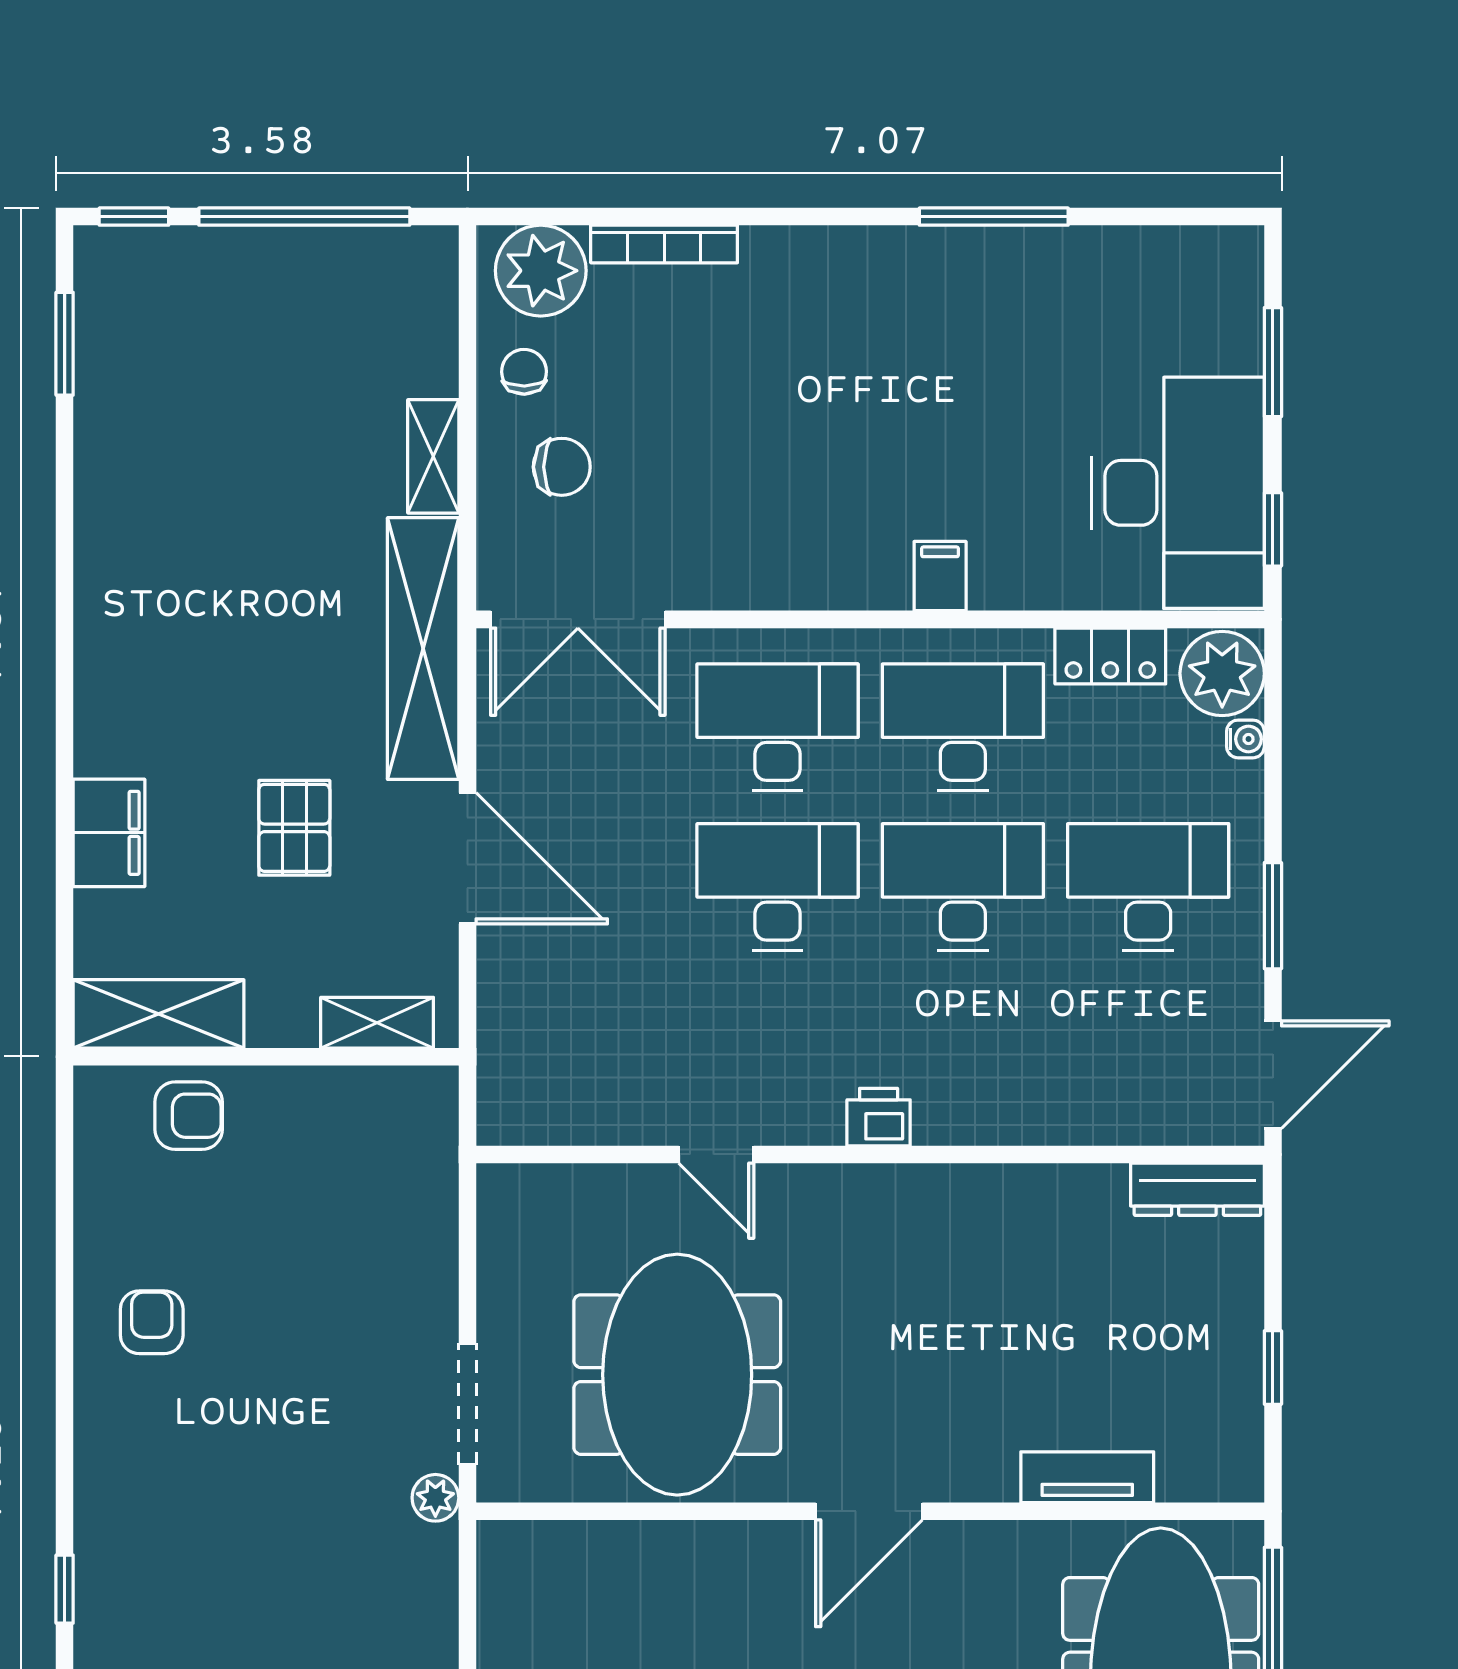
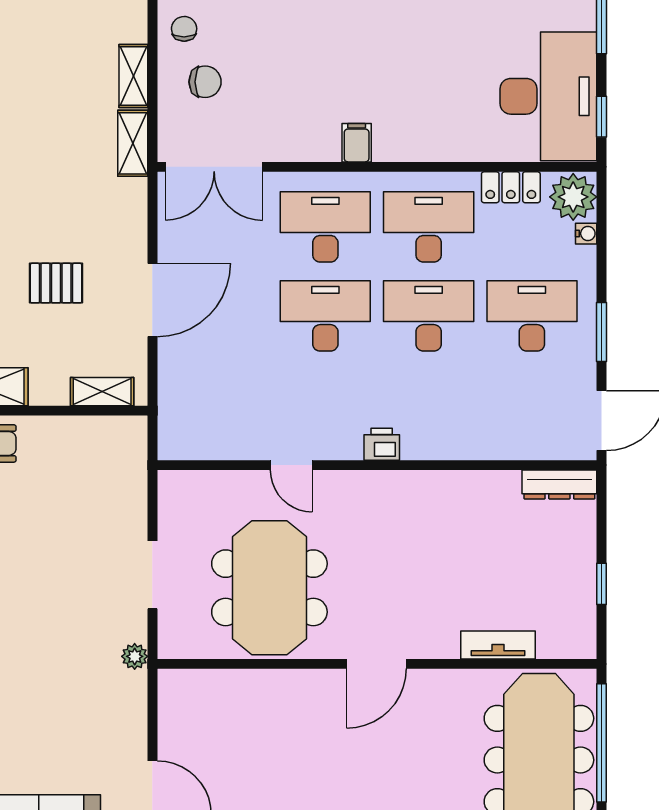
filing cabinet: (940, 576) -> (357, 143), moved
shelving: (423, 649) -> (133, 143), width x0.45, depth x0.75
pallet: (294, 828) -> (56, 283), turned 90
door: (467, 858) -> (152, 300), hinge flipped
doorway: (467, 1404) -> (152, 575), moved

